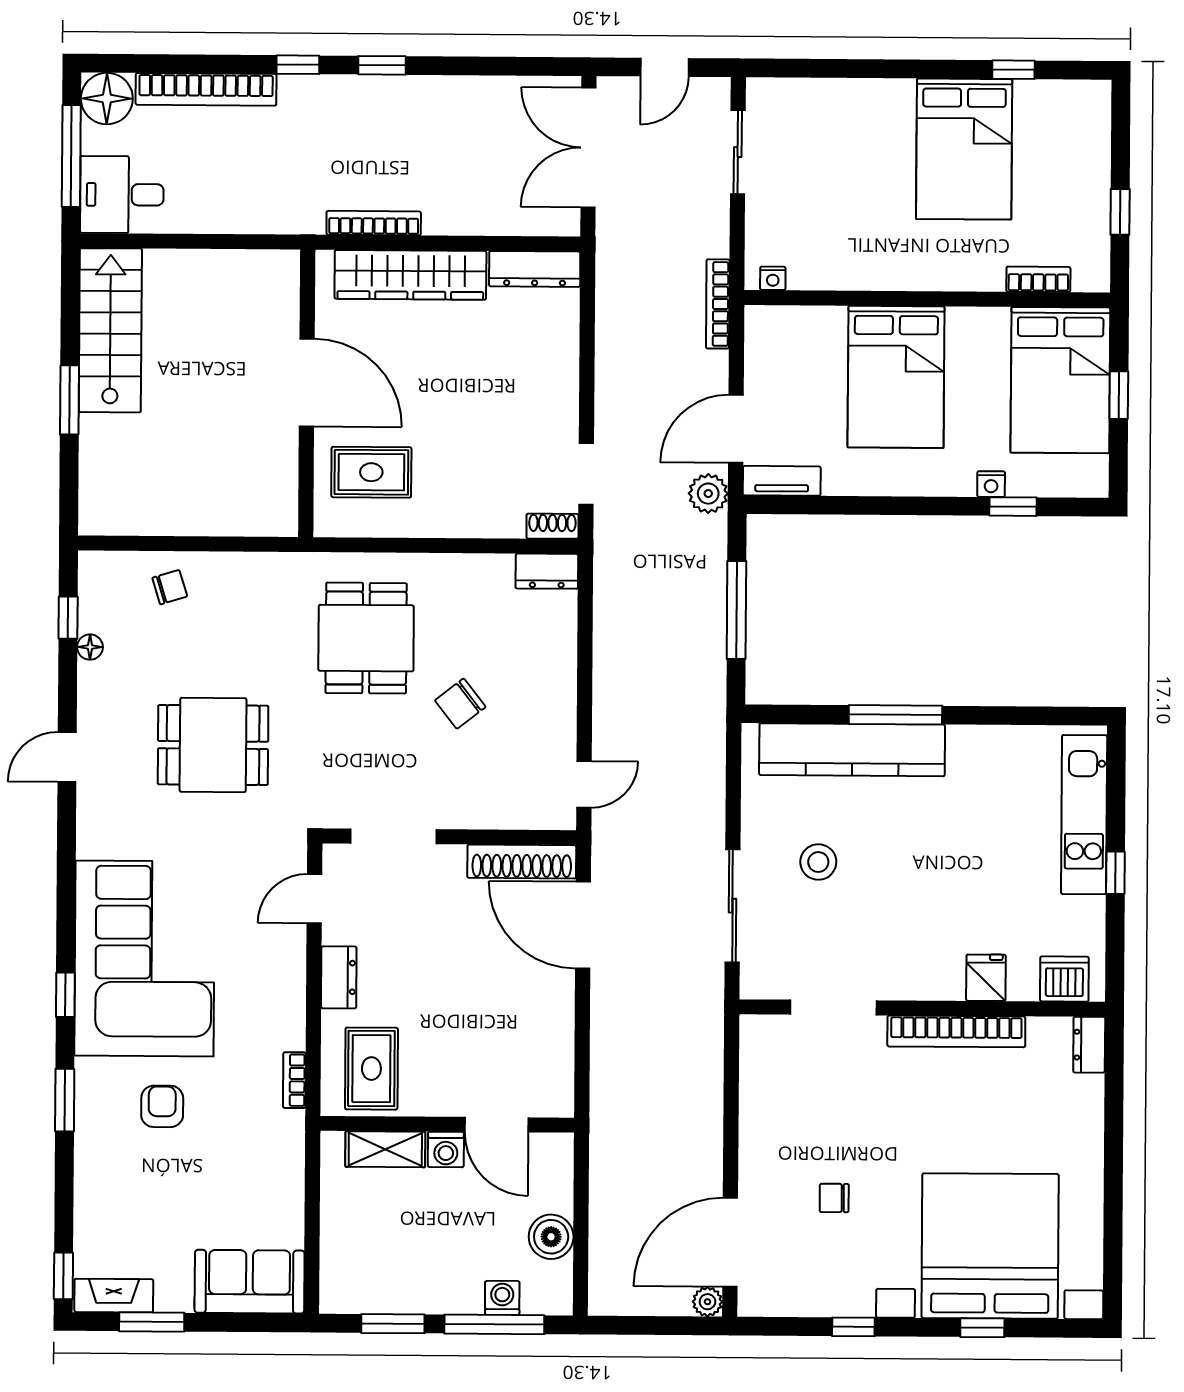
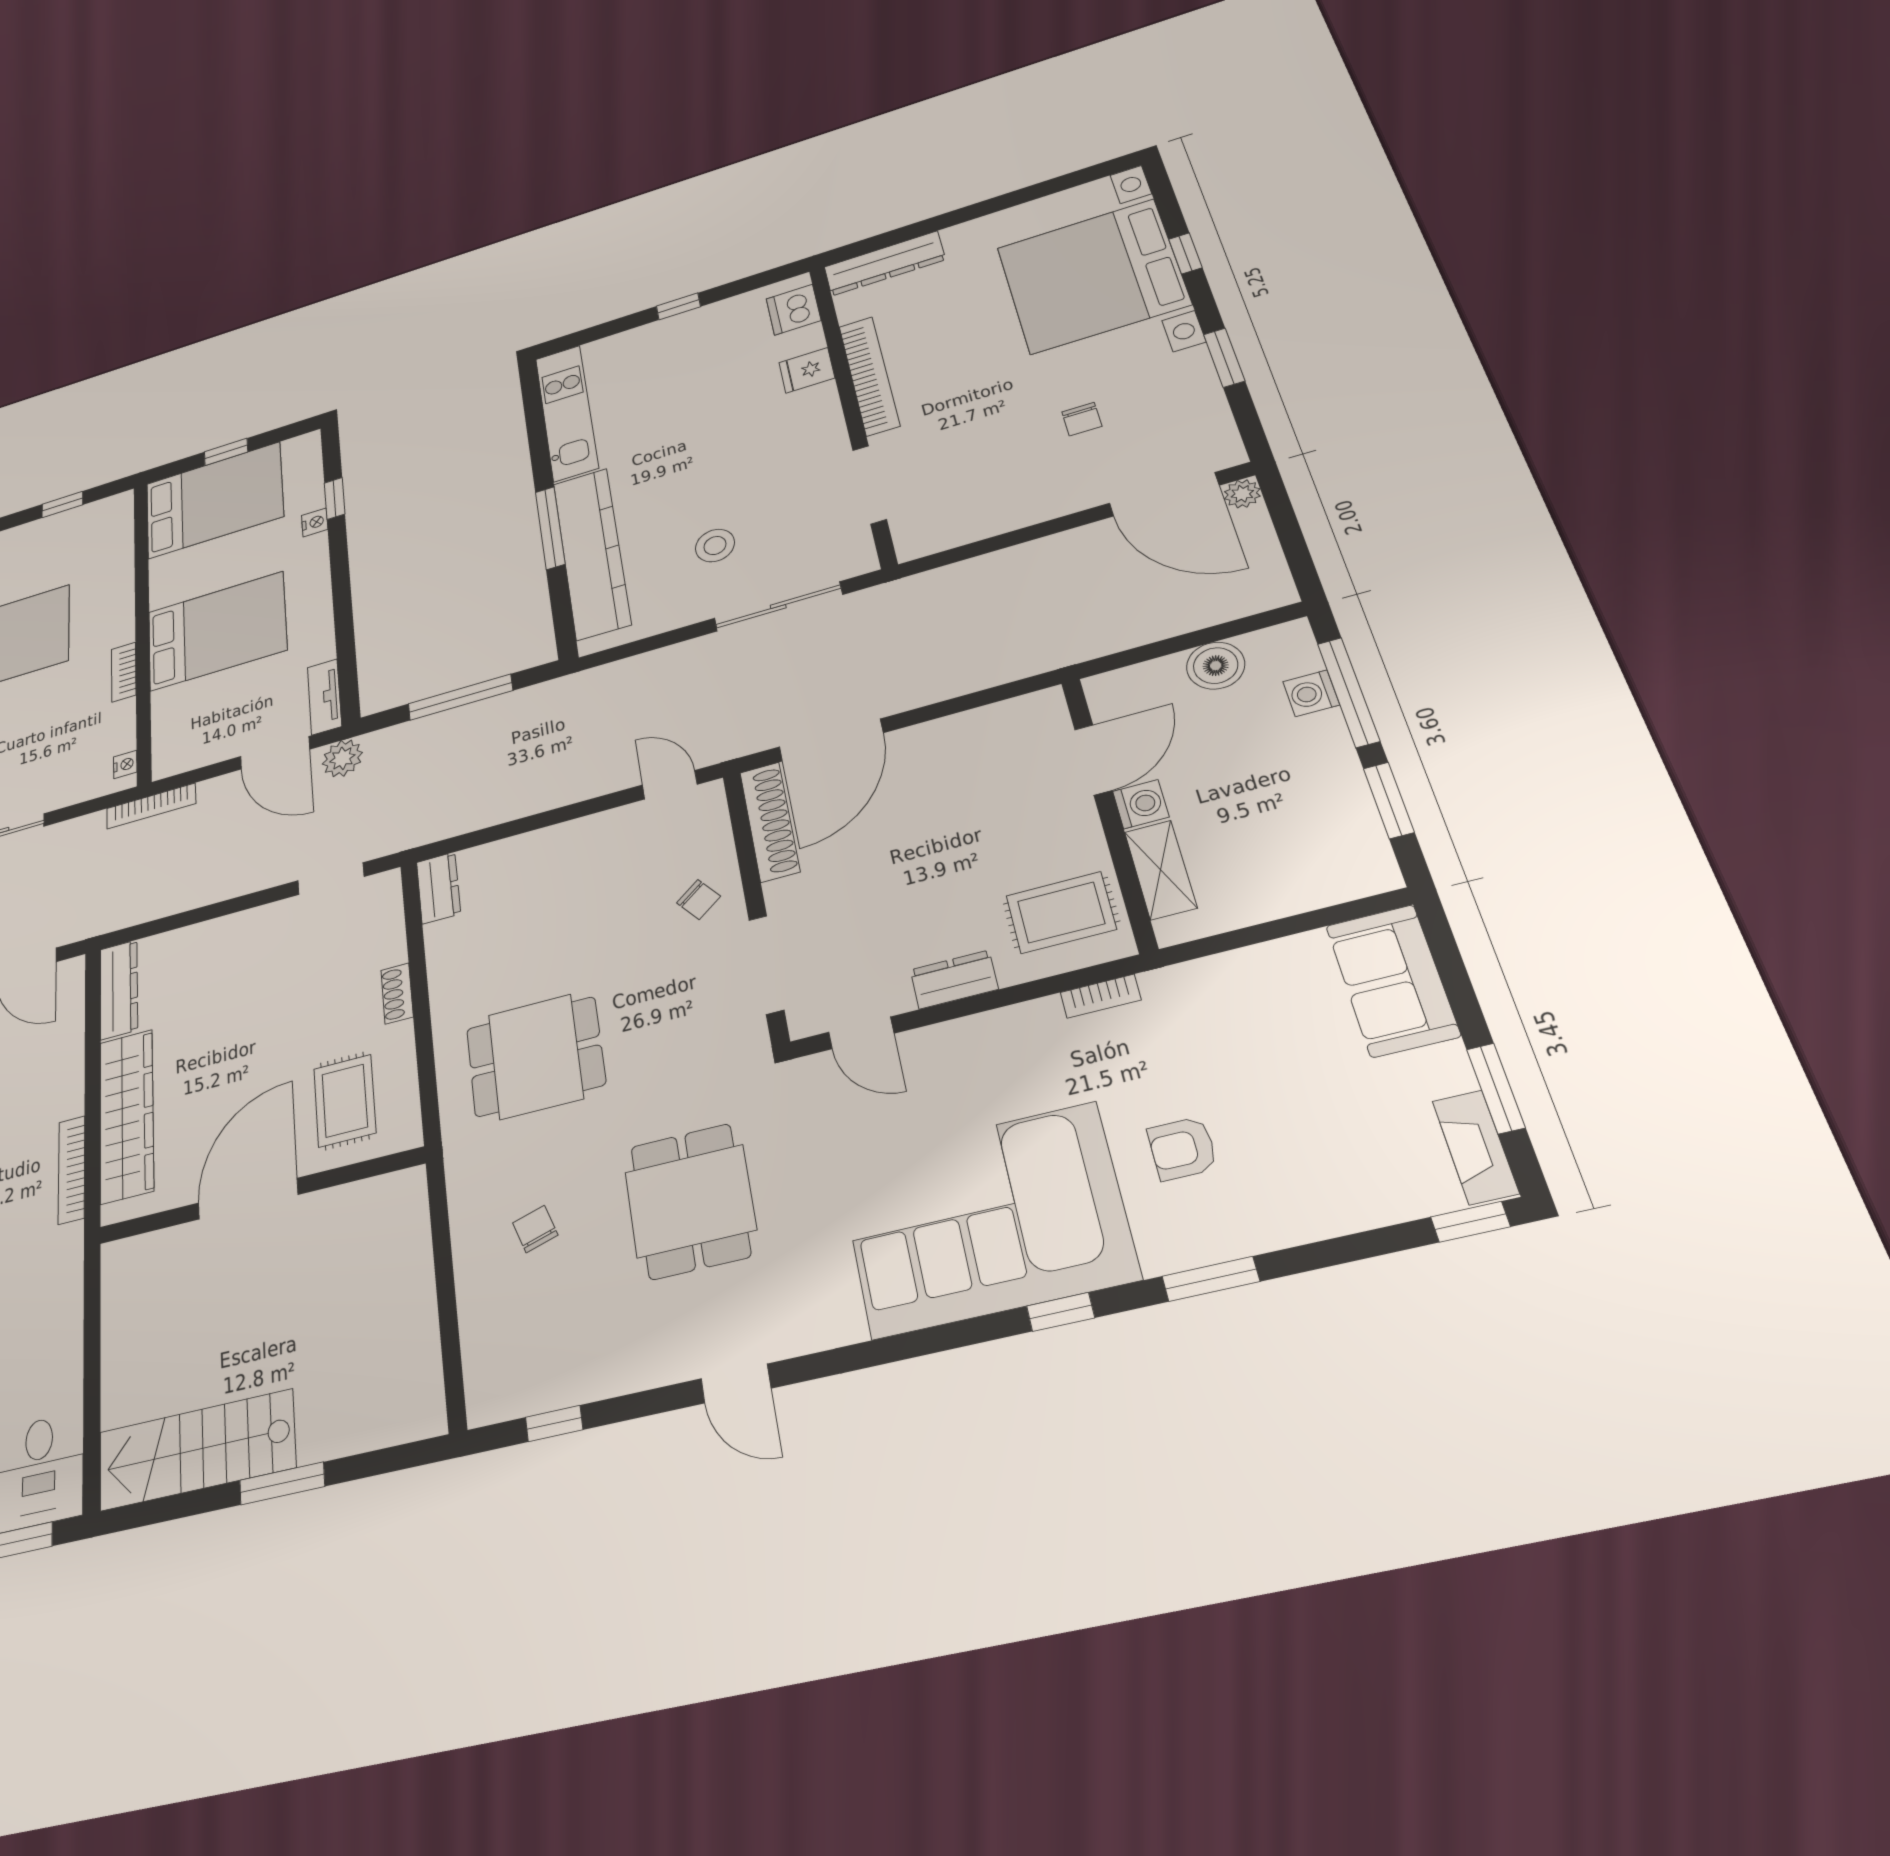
bookcase: (1038, 279) -> (124, 672), moved
shoe rack: (552, 526) -> (397, 993), moved
chair: (170, 587) -> (535, 1229), moved
floor lamp: (90, 647) -> (588, 1386), removed
chair: (460, 704) -> (699, 900), moved, width x0.73, depth x0.73
kitchen unit: (1084, 815) -> (567, 413), moved, turned -90
dresser: (1089, 1045) -> (885, 263), width x1.96, depth x1.24
window: (853, 1327) -> (1224, 358), width x1.50

